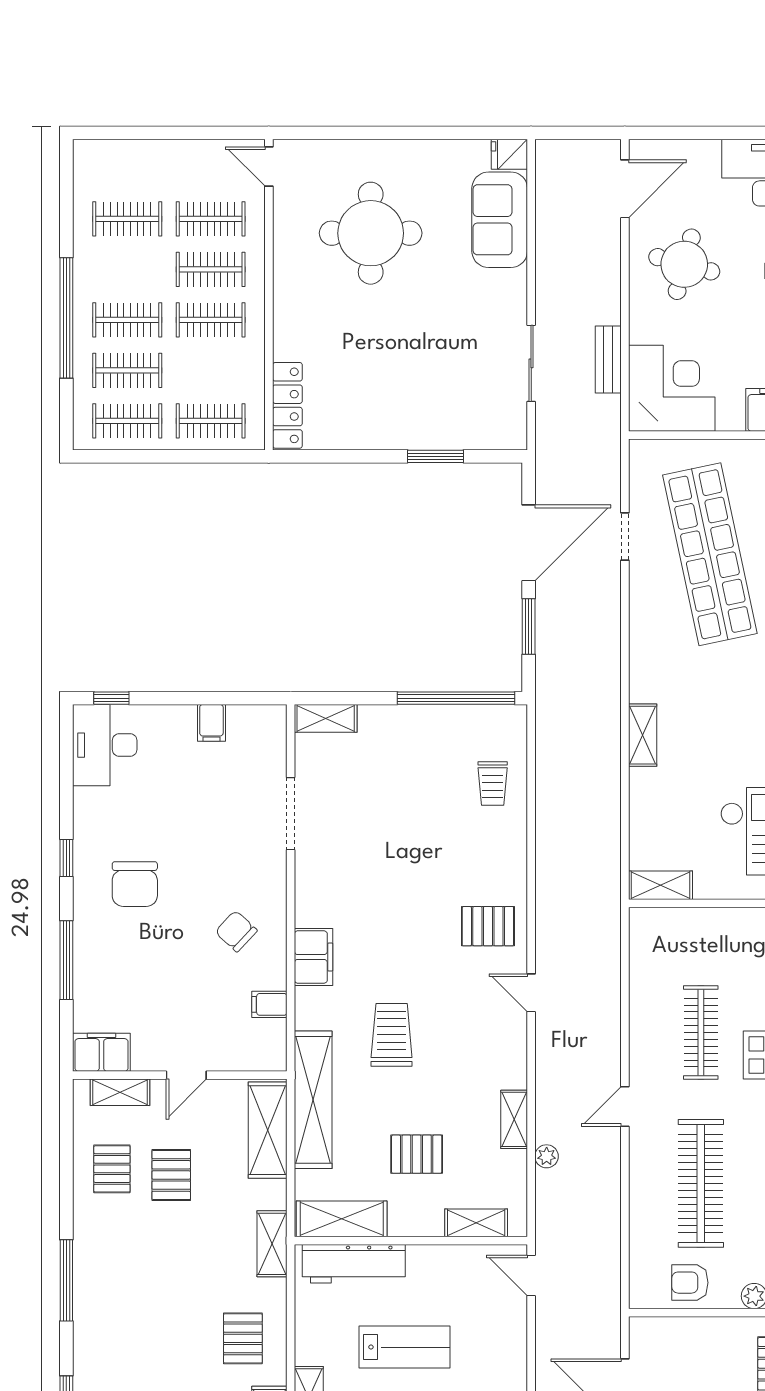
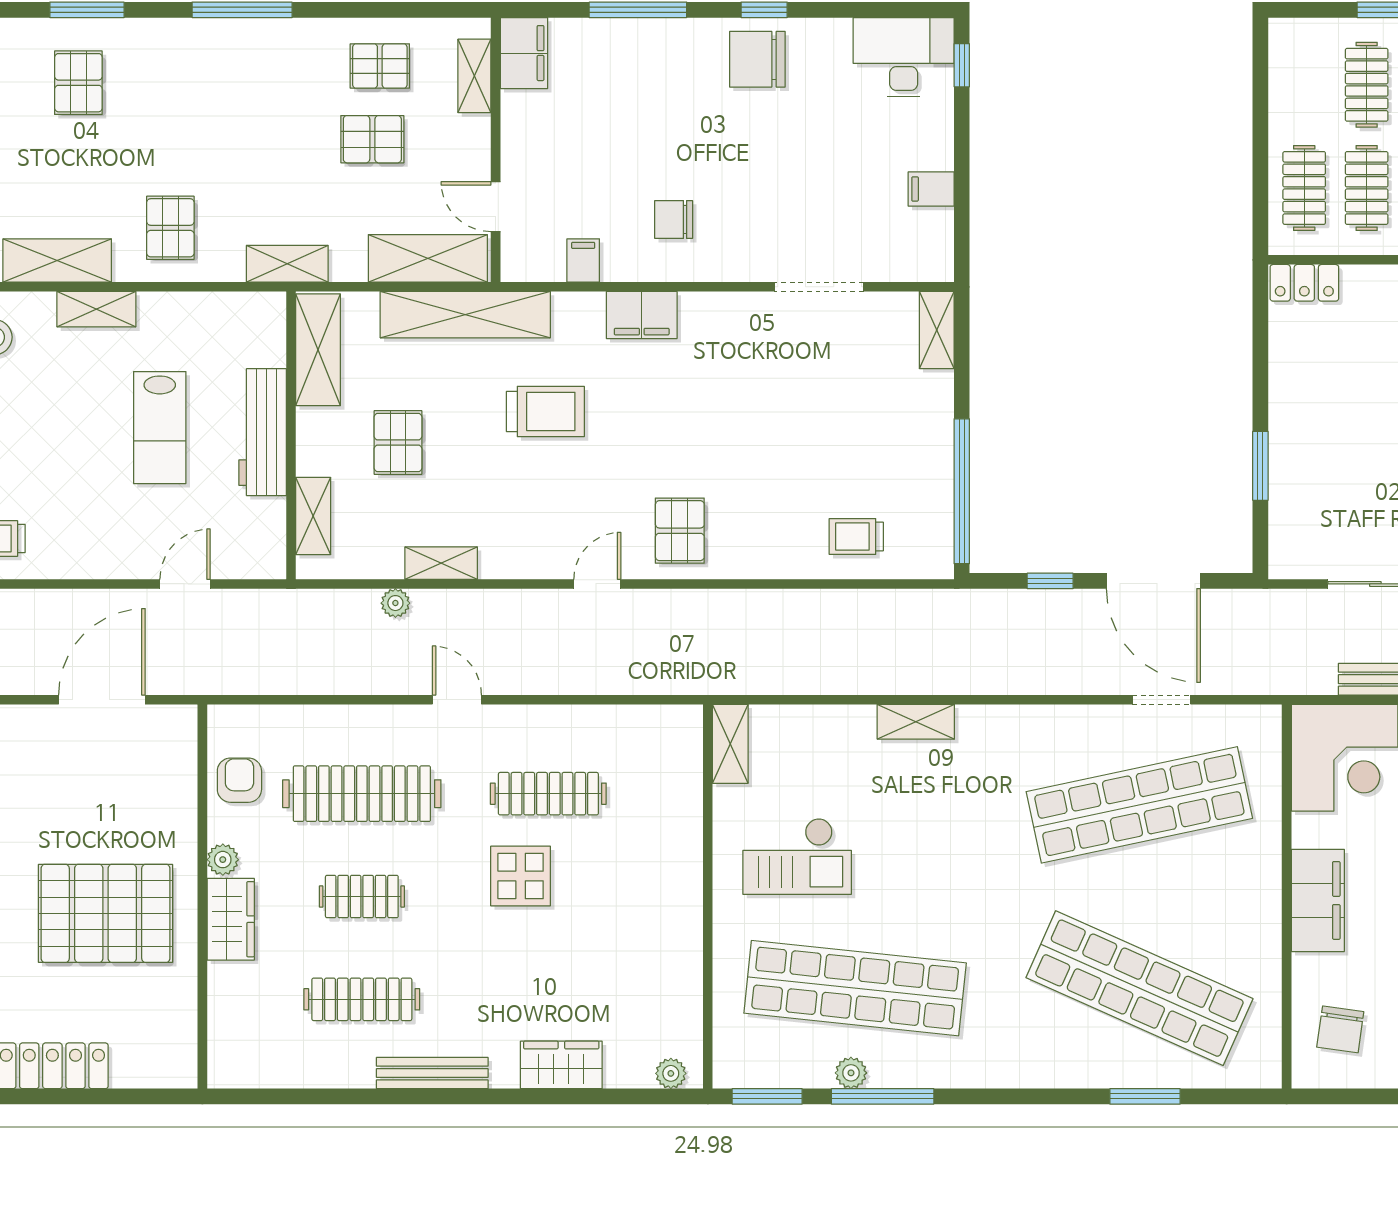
locker: (287, 405) -> (1304, 283), width x0.66
clothes rail: (127, 421) -> (1367, 188), moved
window: (529, 627) -> (1050, 581), width x0.67
chair: (135, 884) -> (757, 59), moved
chair: (236, 931) -> (674, 219), turned -133
door: (186, 1075) -> (496, 207), moved
workbench: (354, 1264) -> (263, 432), moved
door: (531, 1276) -> (185, 584), moved
pallet: (243, 1338) -> (170, 228), turned 90

